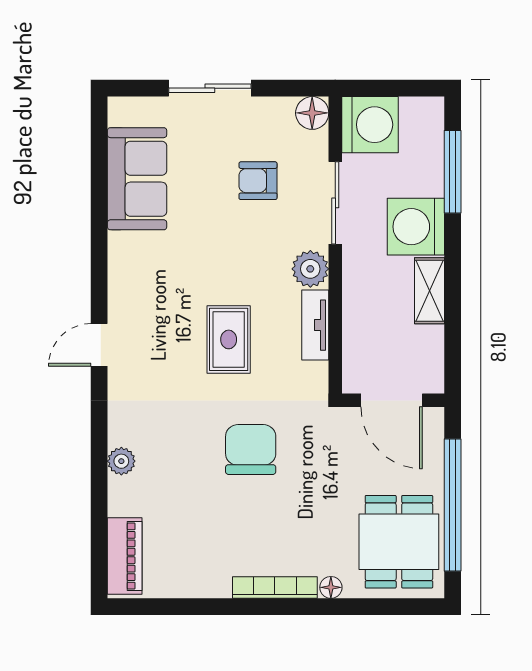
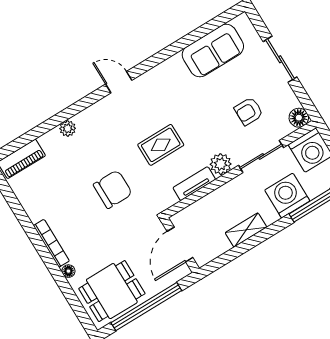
armchair: (258, 181) -> (249, 111), turned -90
washing machine: (416, 227) -> (287, 196), moved

